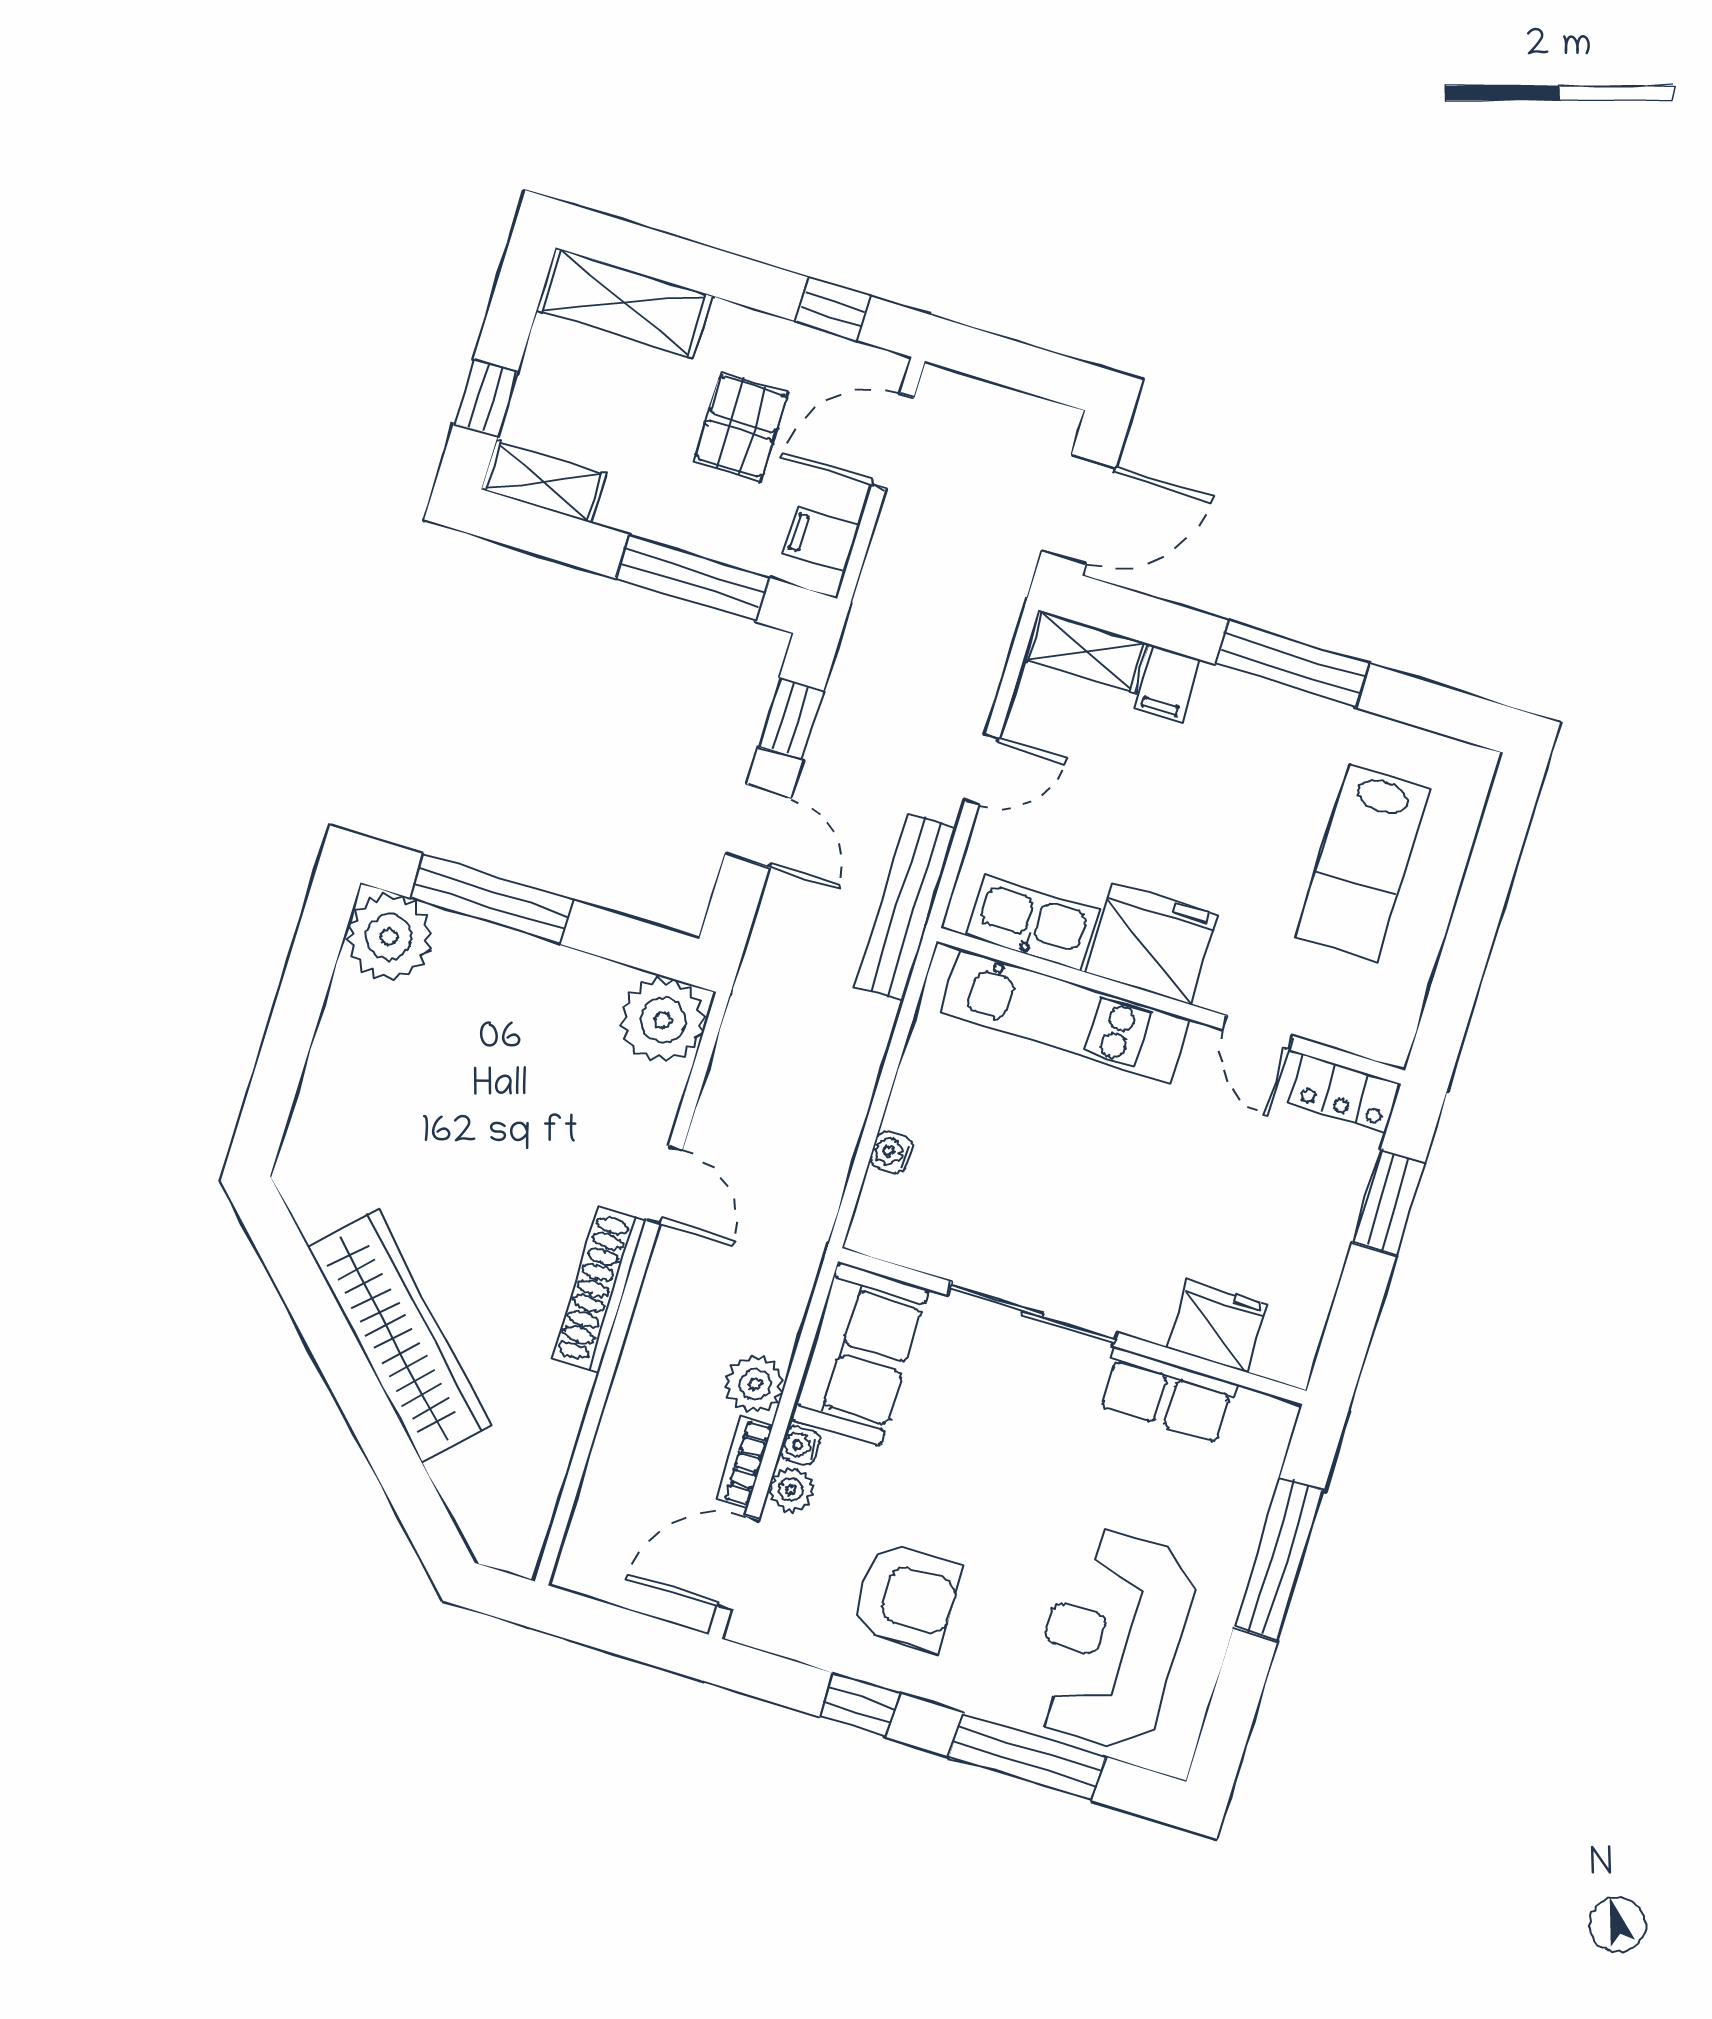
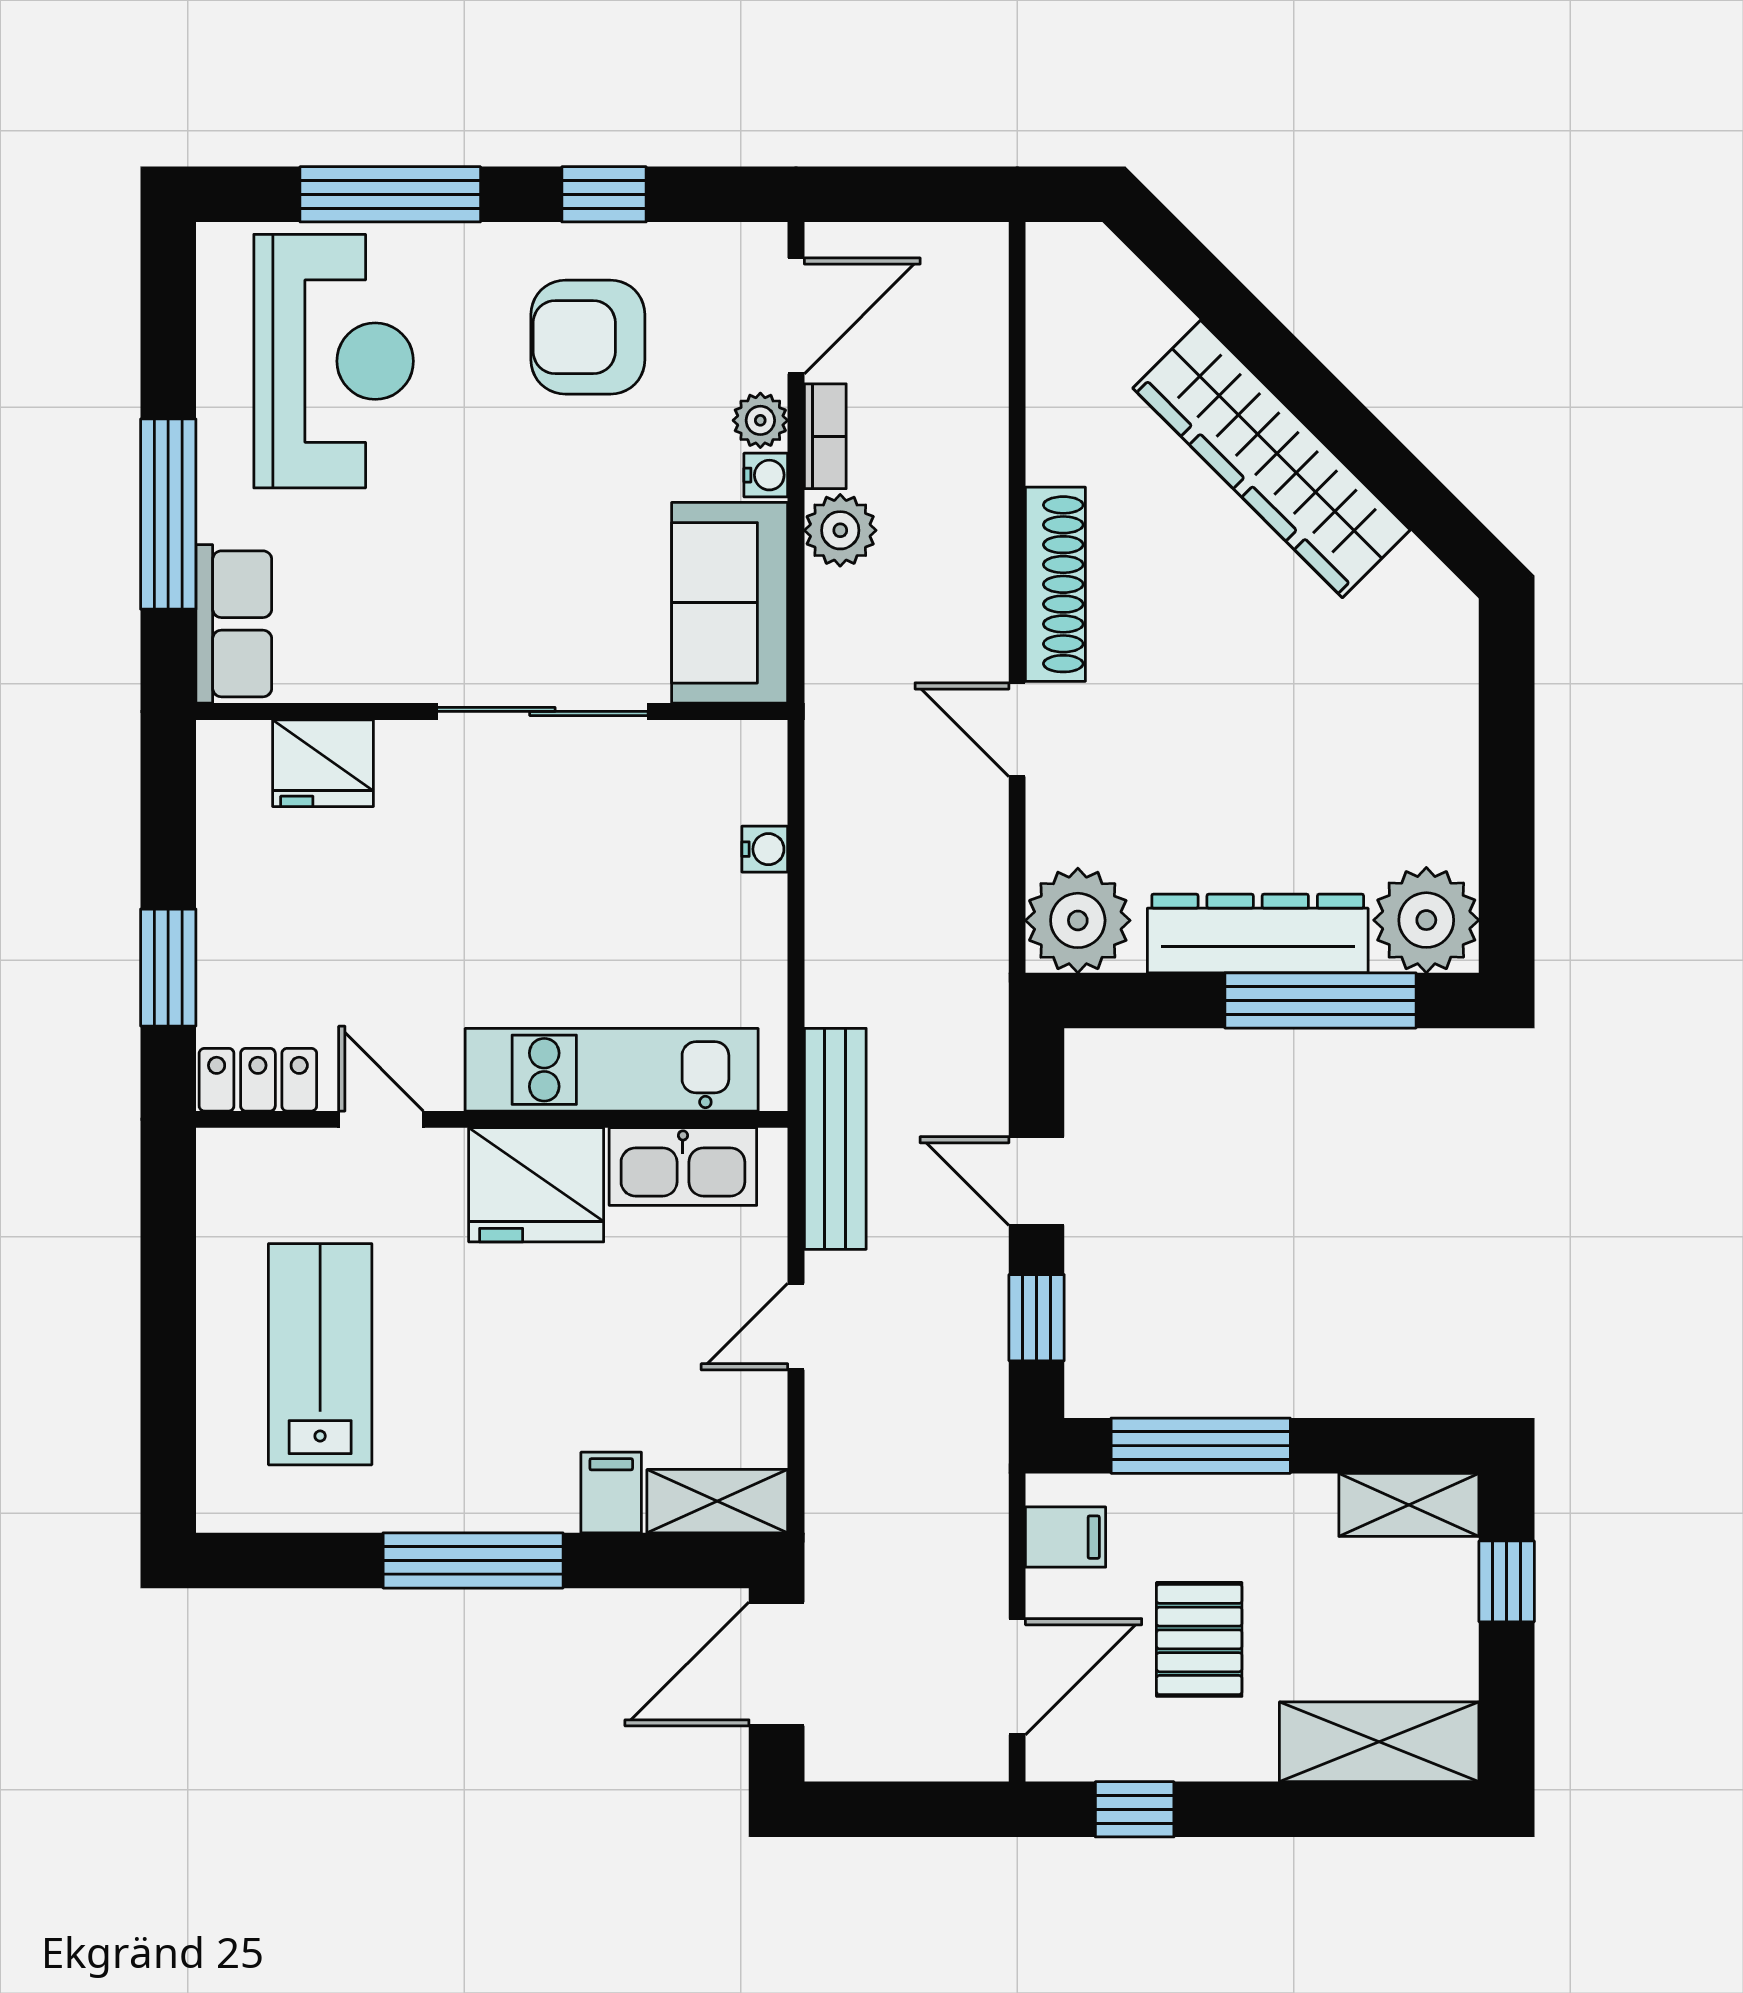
dresser: (525, 967) -> (1258, 933), added
row of seats: (1167, 1395) -> (234, 624), moved, turned 90

